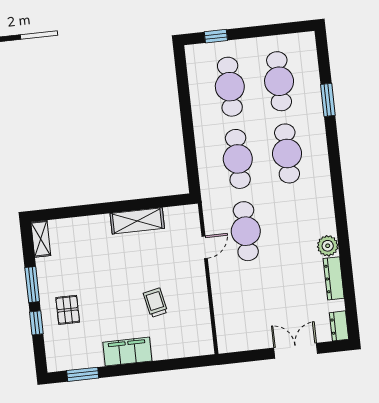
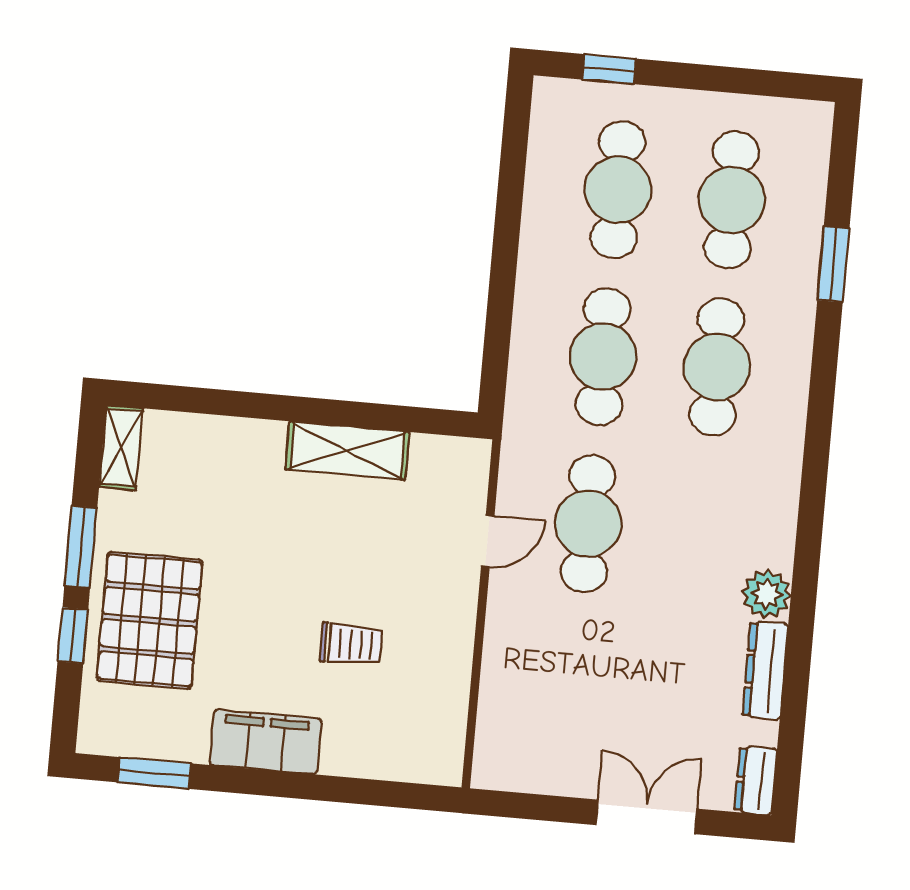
trolley: (155, 303) -> (351, 644), turned 102
pallet: (68, 310) -> (150, 620), width x2.05, depth x2.00

